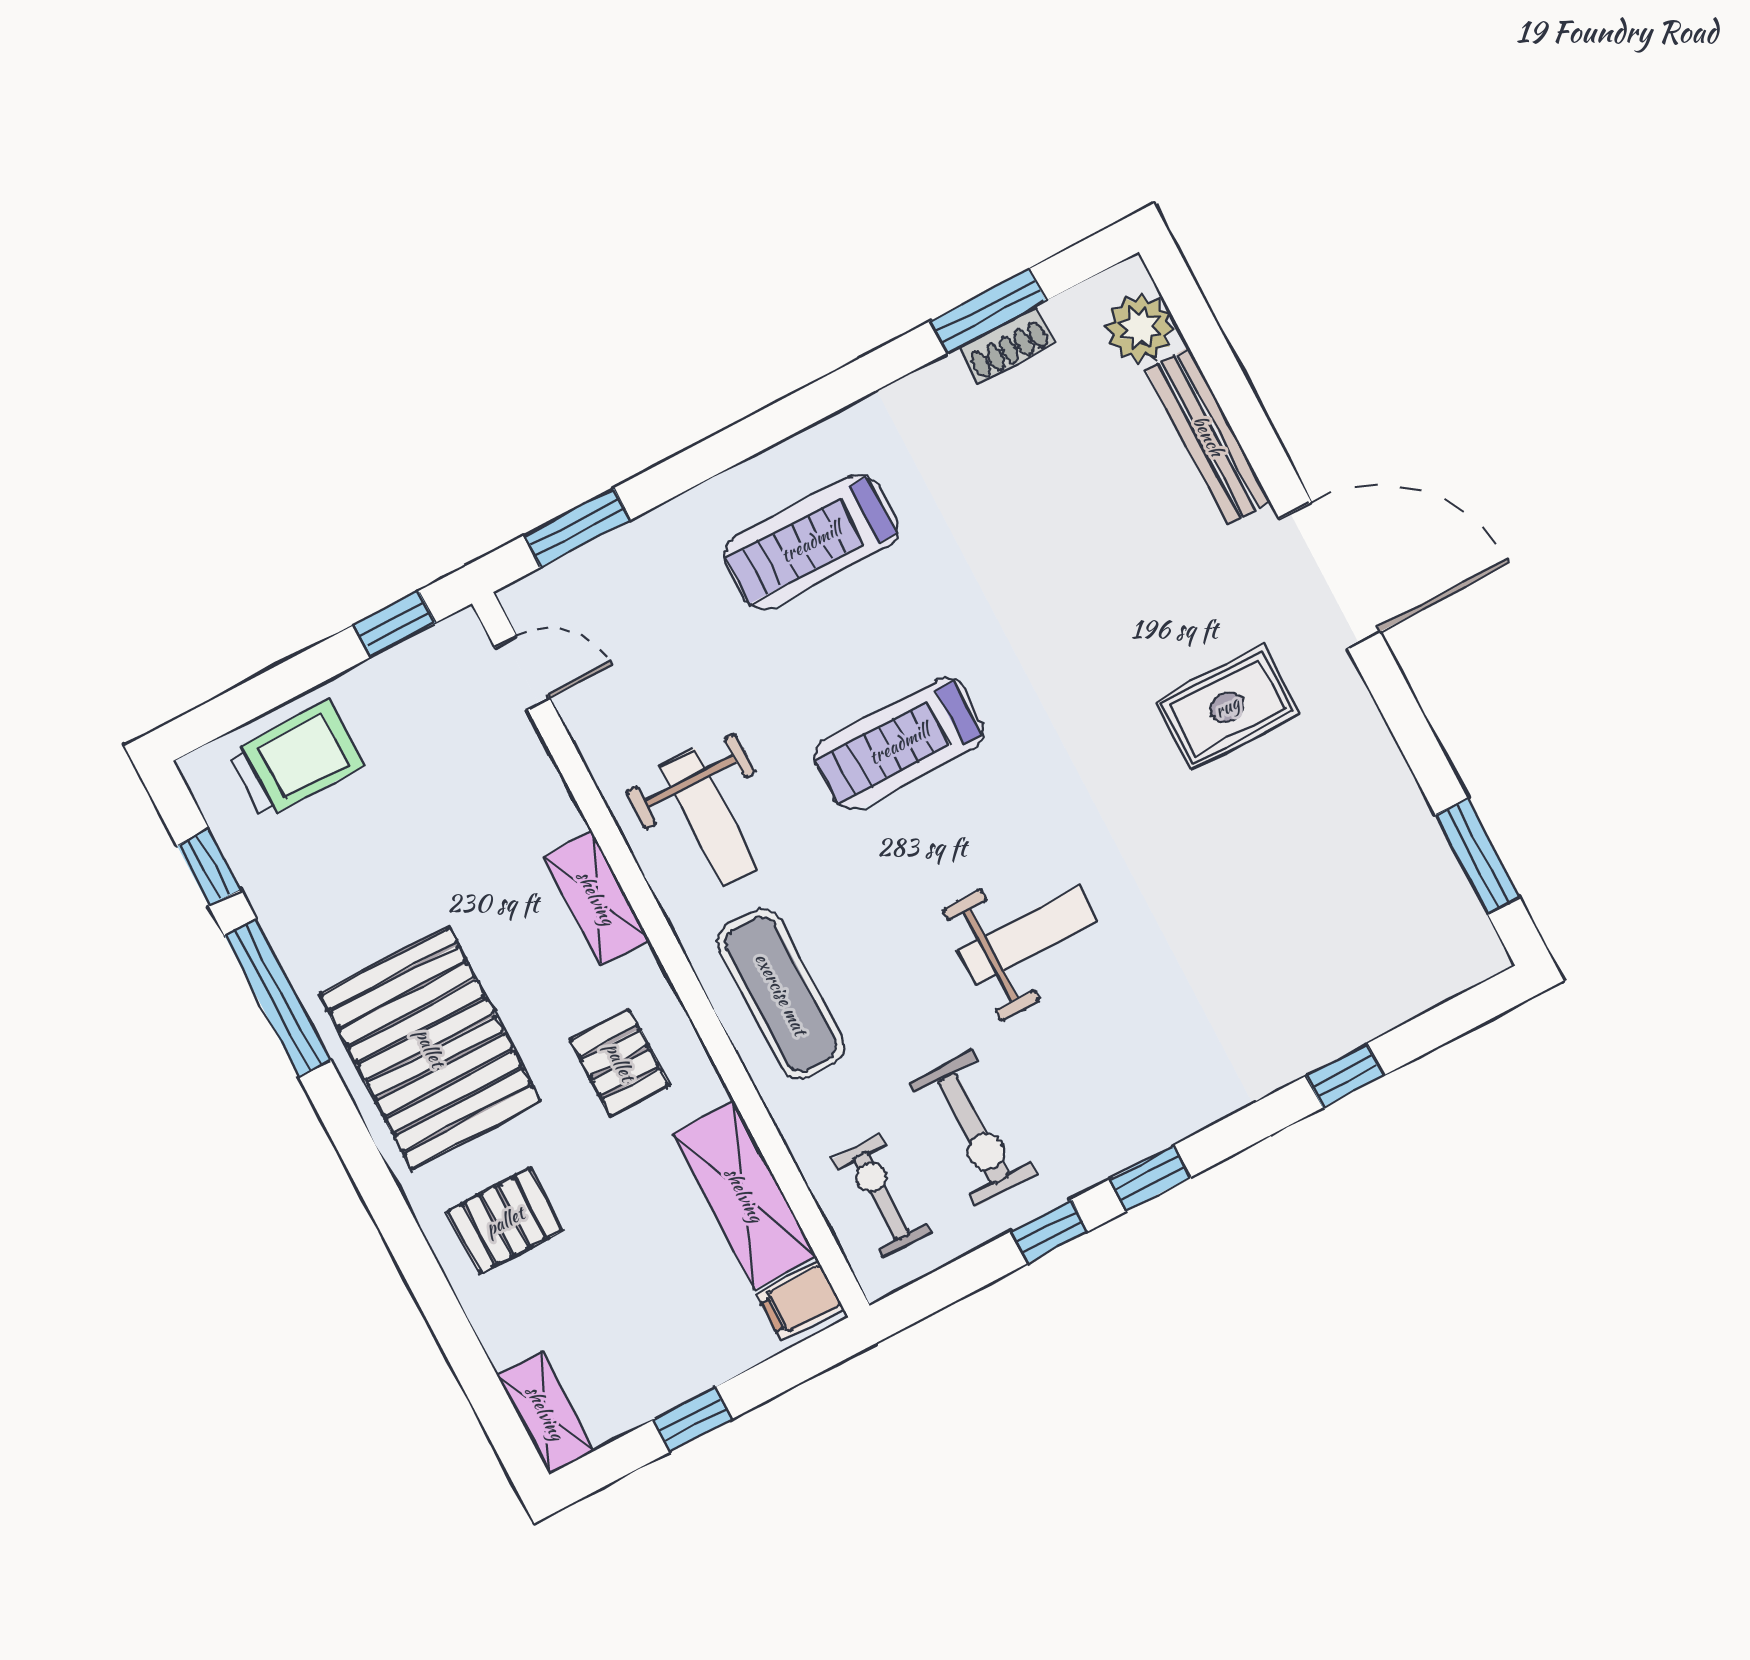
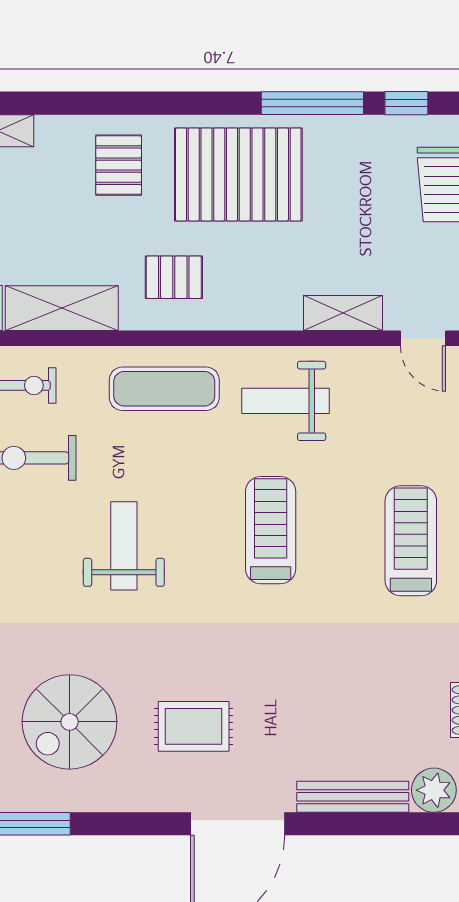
door: (522, 673) -> (423, 338), hinge flipped
rug: (1227, 707) -> (194, 726), turned 90
spiral stairs: (1311, 882) -> (70, 722), added
shelving: (596, 898) -> (343, 313), moved
weight bench: (1028, 936) -> (124, 546), turned 180

